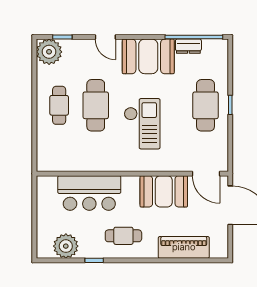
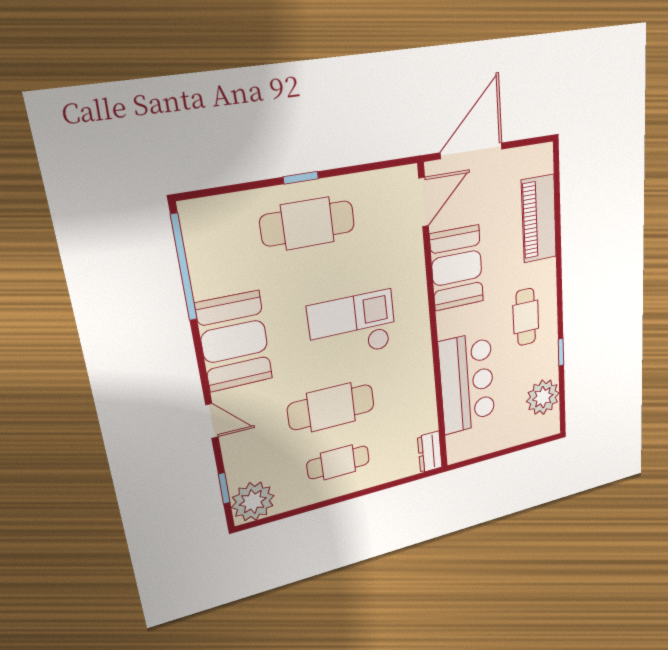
door: (105, 37) -> (212, 421), hinge flipped
dresser: (188, 46) -> (430, 452), moved, turned 180

